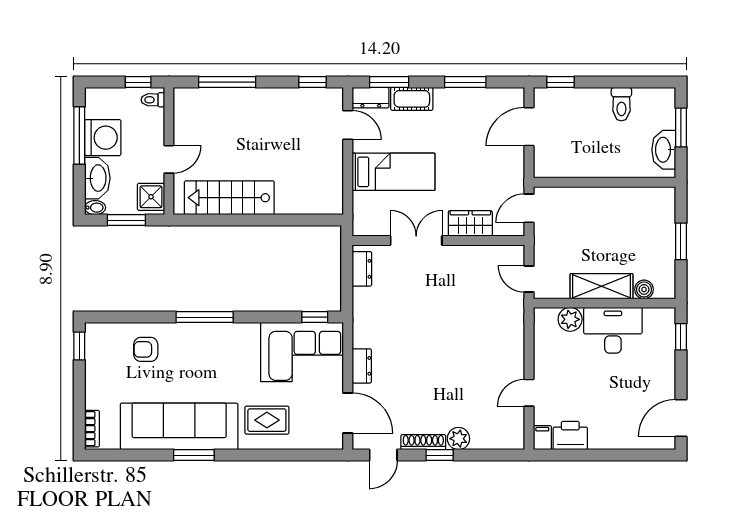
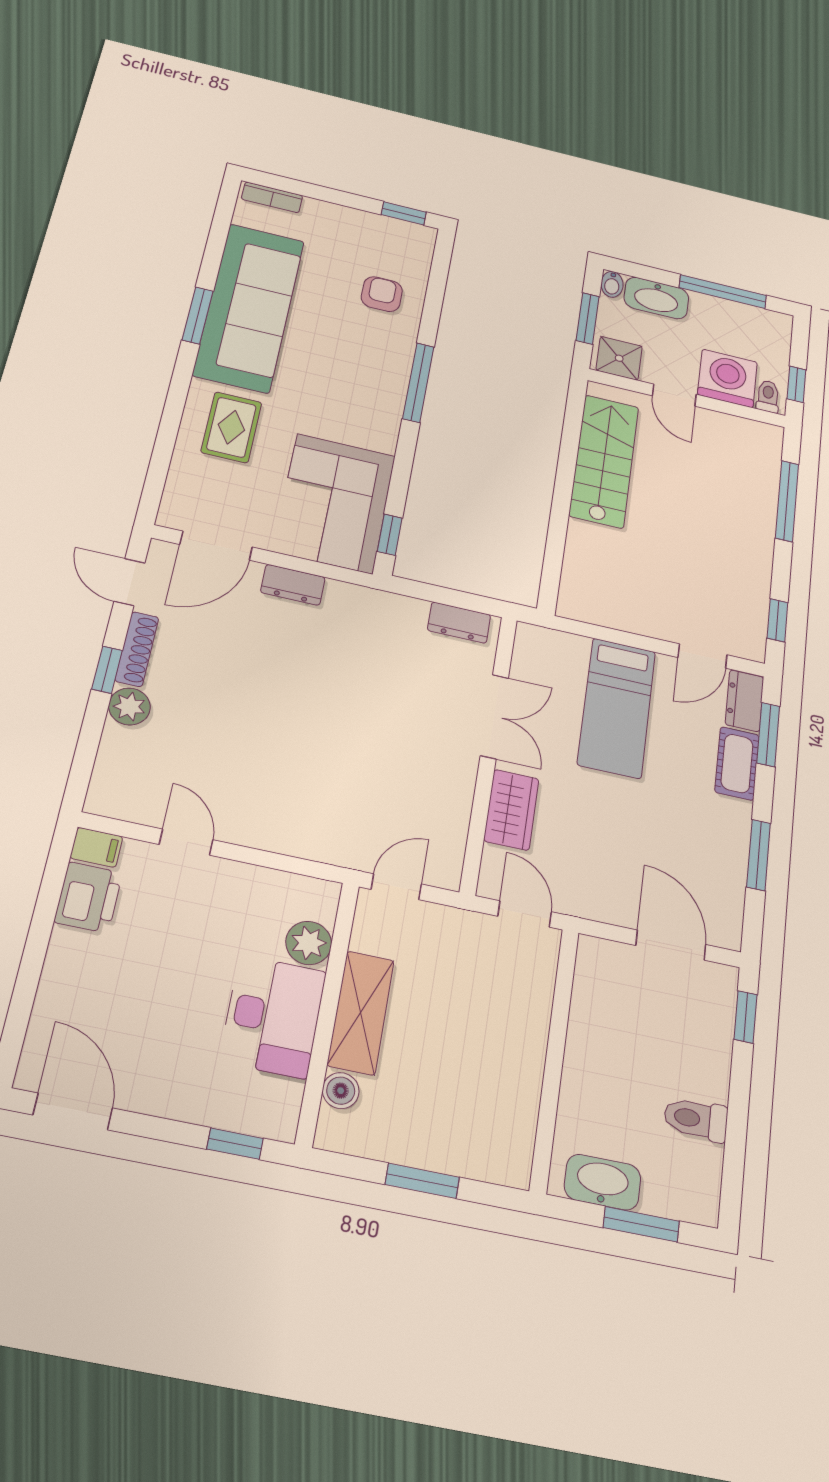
washing machine: (103, 138) -> (727, 378), moved, turned 180

